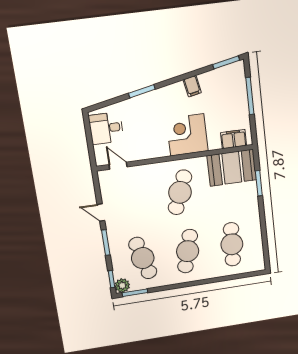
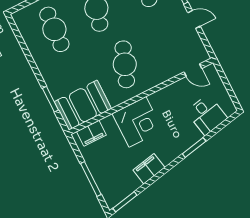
filing cabinet: (192, 86) -> (149, 169), width x2.00
desk: (106, 128) -> (207, 115), moved, turned 79

